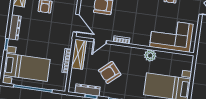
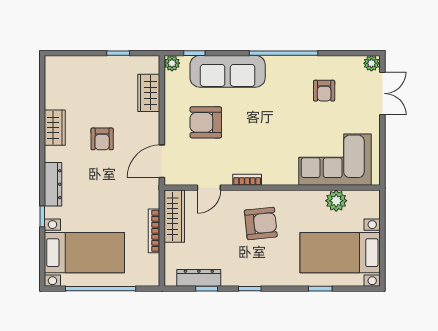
door: (76, 23) -> (162, 161), swing flipped
plant: (150, 55) -> (336, 201), moved
armchair: (110, 72) -> (261, 223), moved, turned -145

